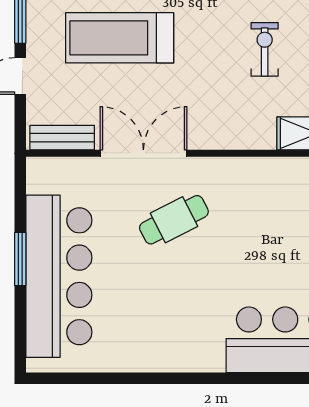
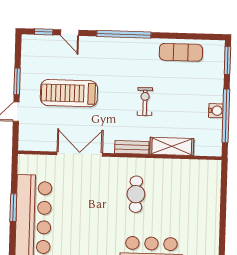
bench: (62, 138) -> (132, 147), moved
cafe table: (174, 220) -> (136, 194), moved, turned -63

